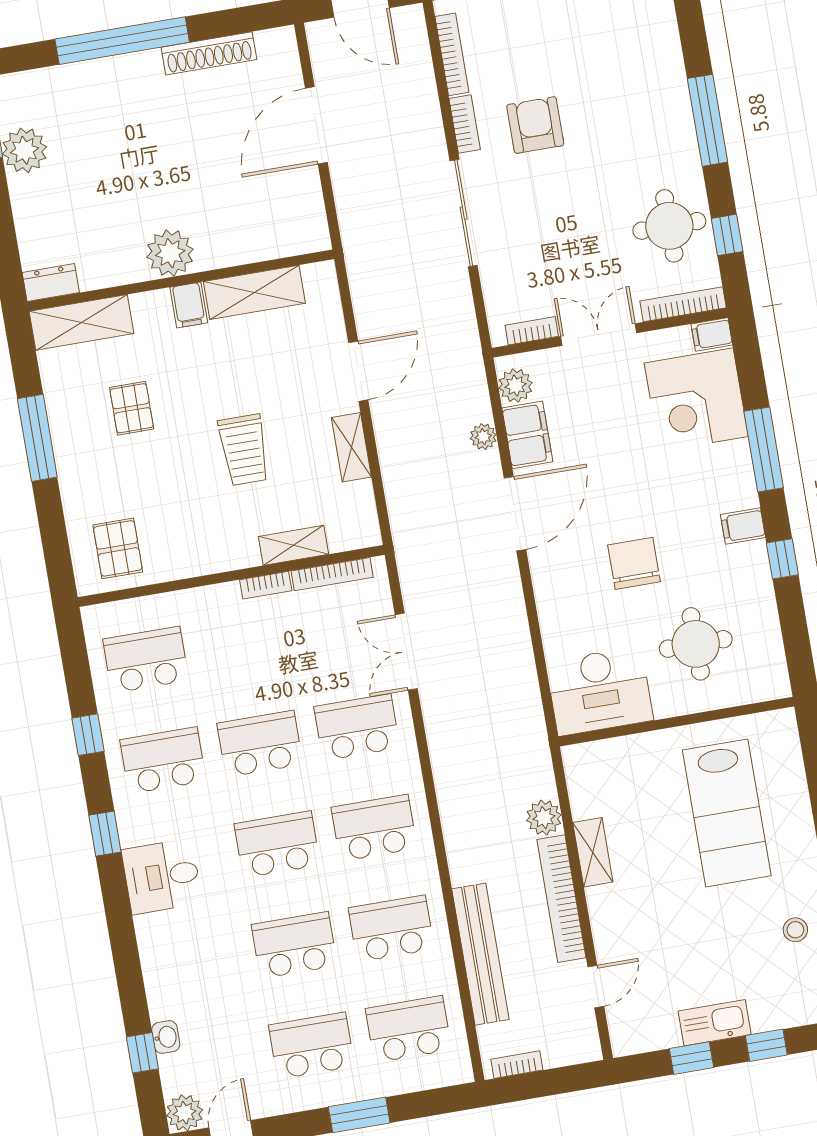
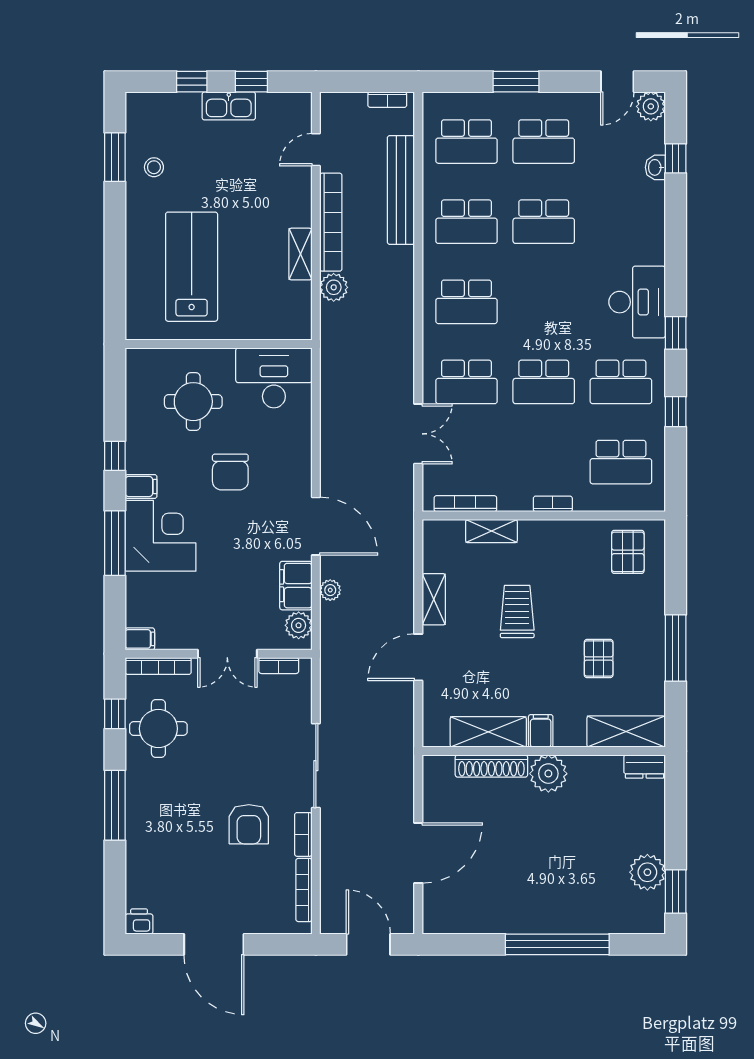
shoe rack: (209, 53) -> (491, 766), moved, turned 180
corner desk: (696, 400) -> (161, 536), moved
door: (515, 514) -> (316, 526), swing flipped
bookcase: (266, 585) -> (553, 504), moved
school desk: (277, 844) -> (544, 302), removed
desk: (162, 876) -> (637, 302), width x1.37

